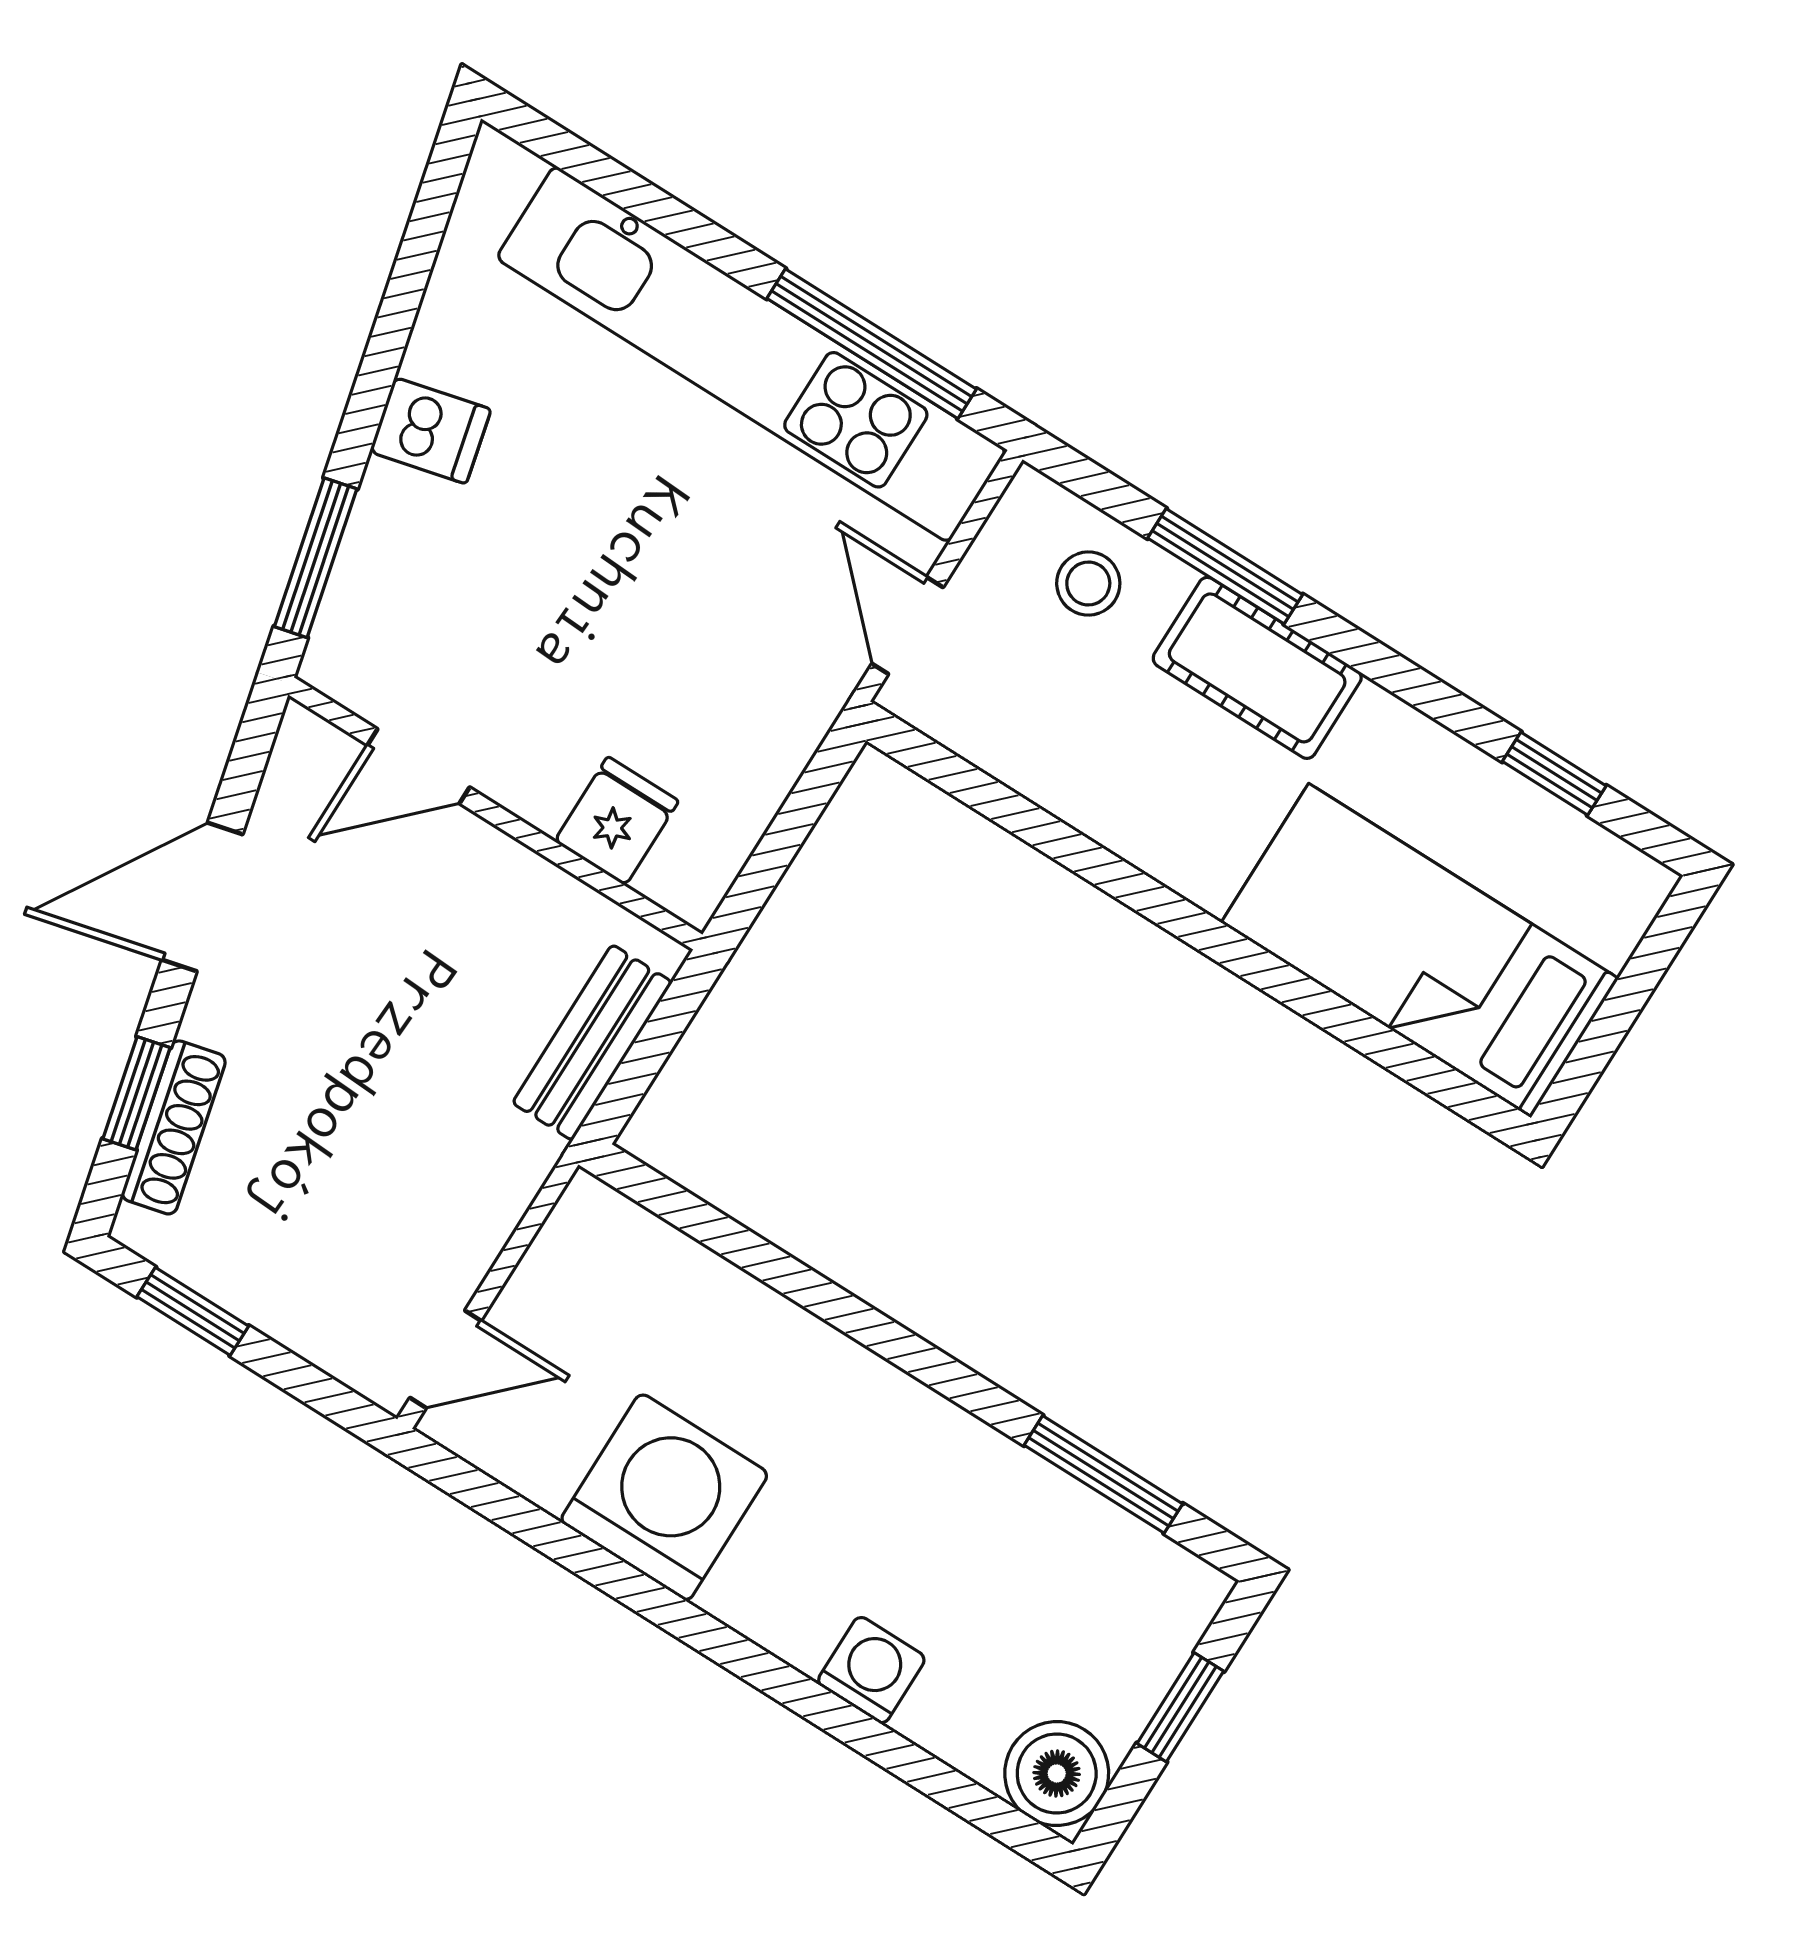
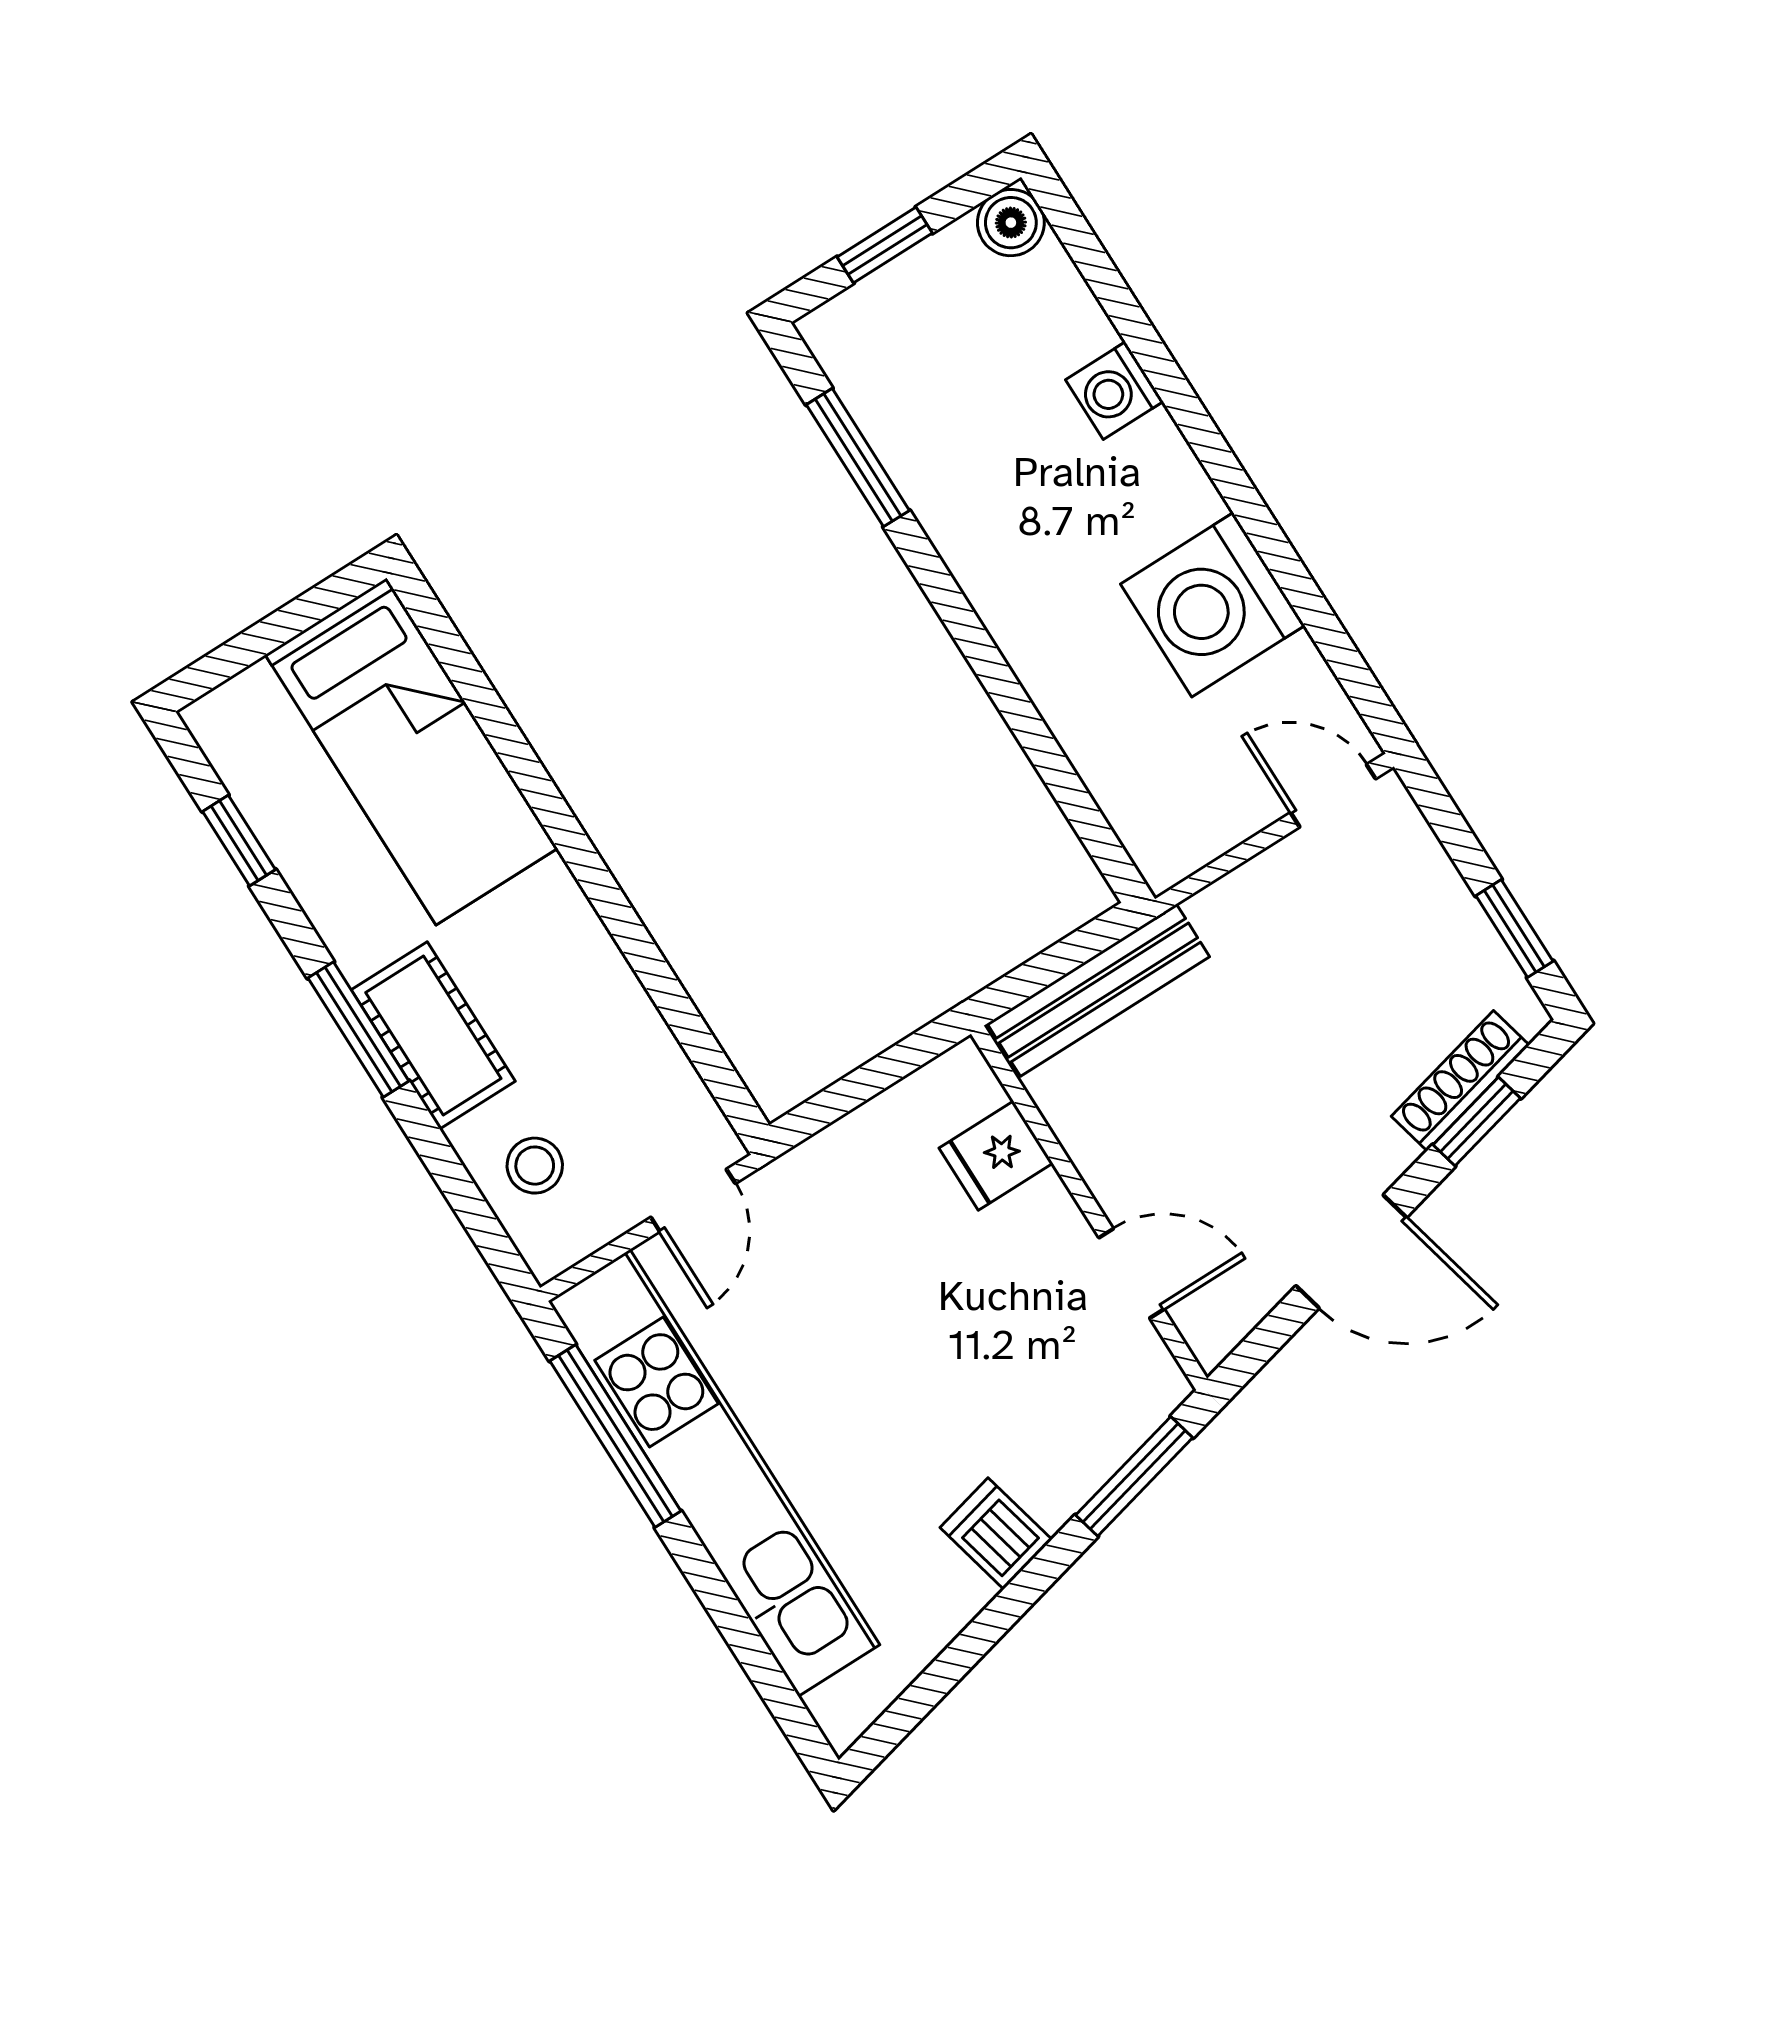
window: (1225, 566) -> (358, 1029), moved
bench: (592, 1043) -> (1098, 990), width x1.36
boiler: (1057, 1774) -> (1011, 223), width x0.73, depth x0.73

